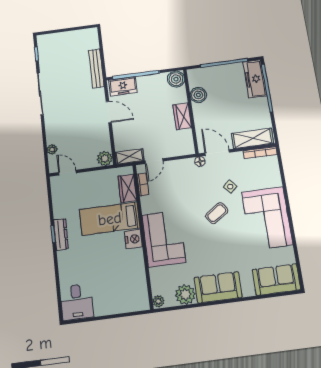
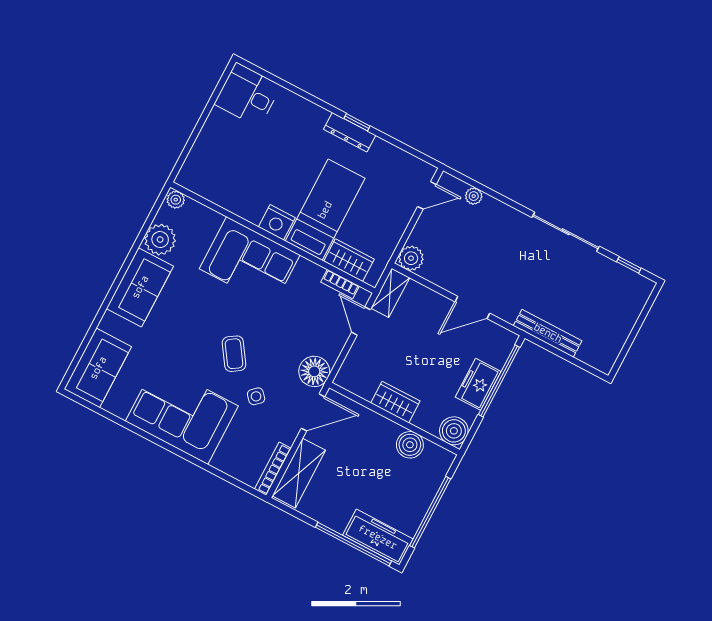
freezer: (123, 86) -> (478, 384), moved
floor lamp: (200, 161) -> (314, 371), width x1.89, depth x1.89

